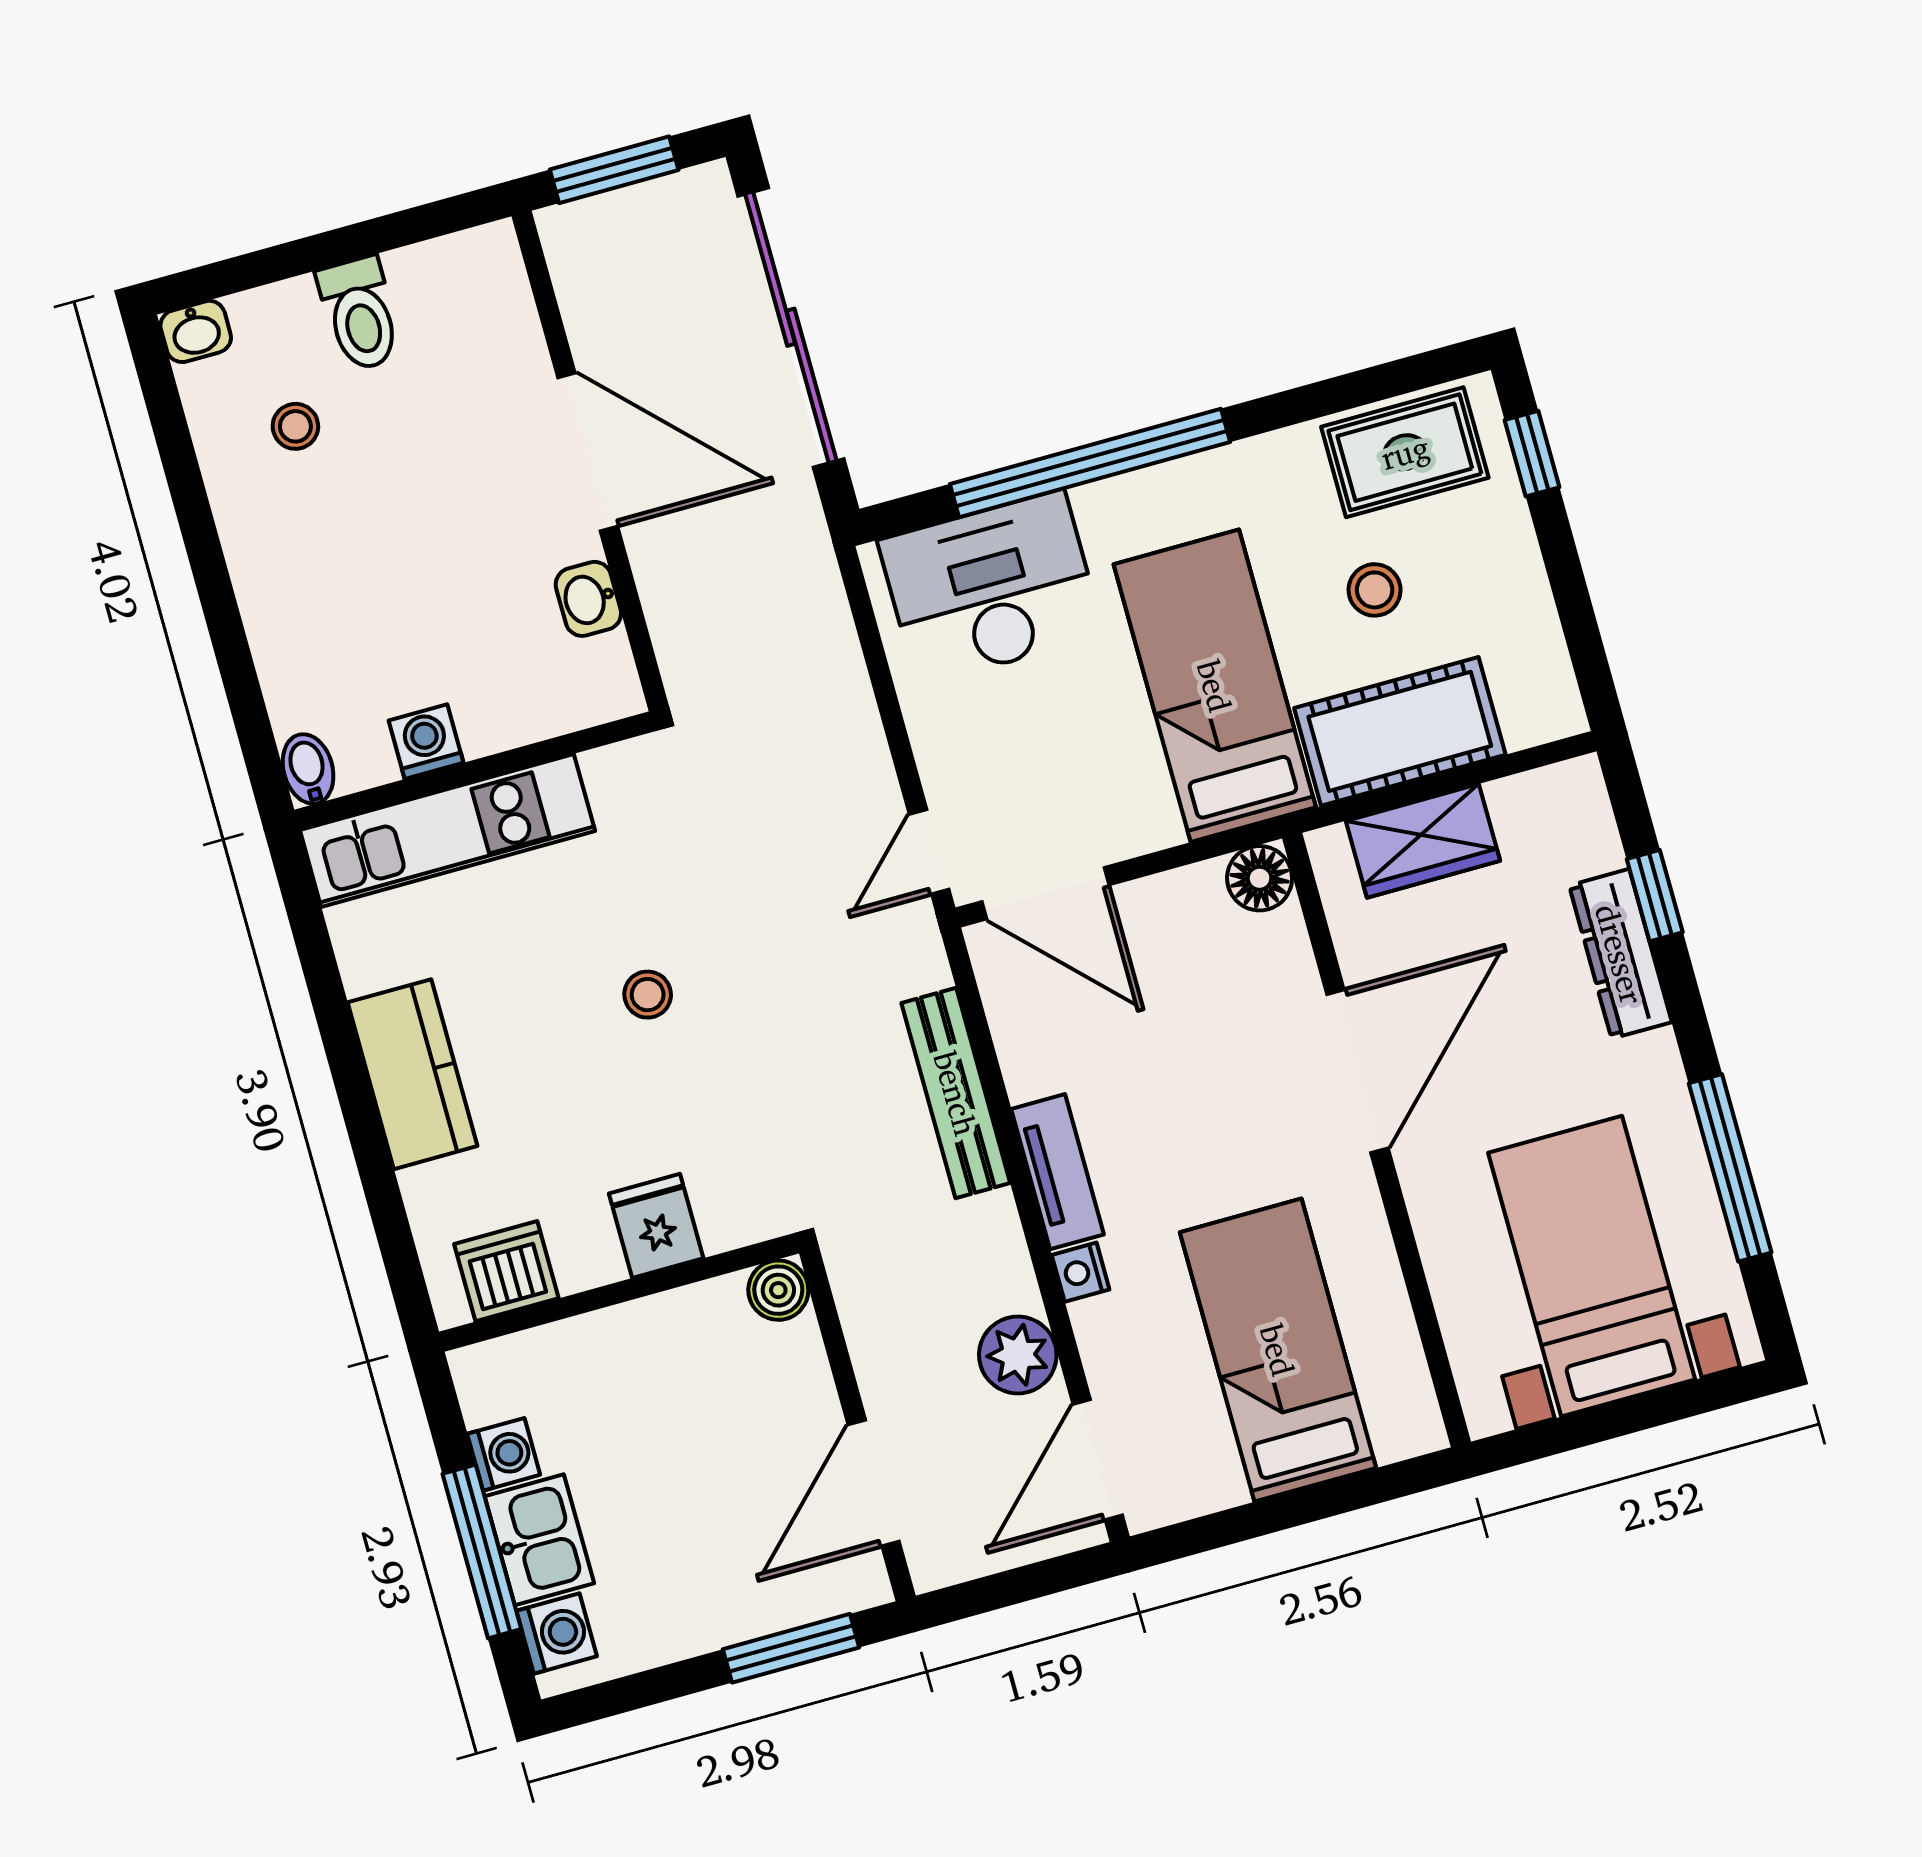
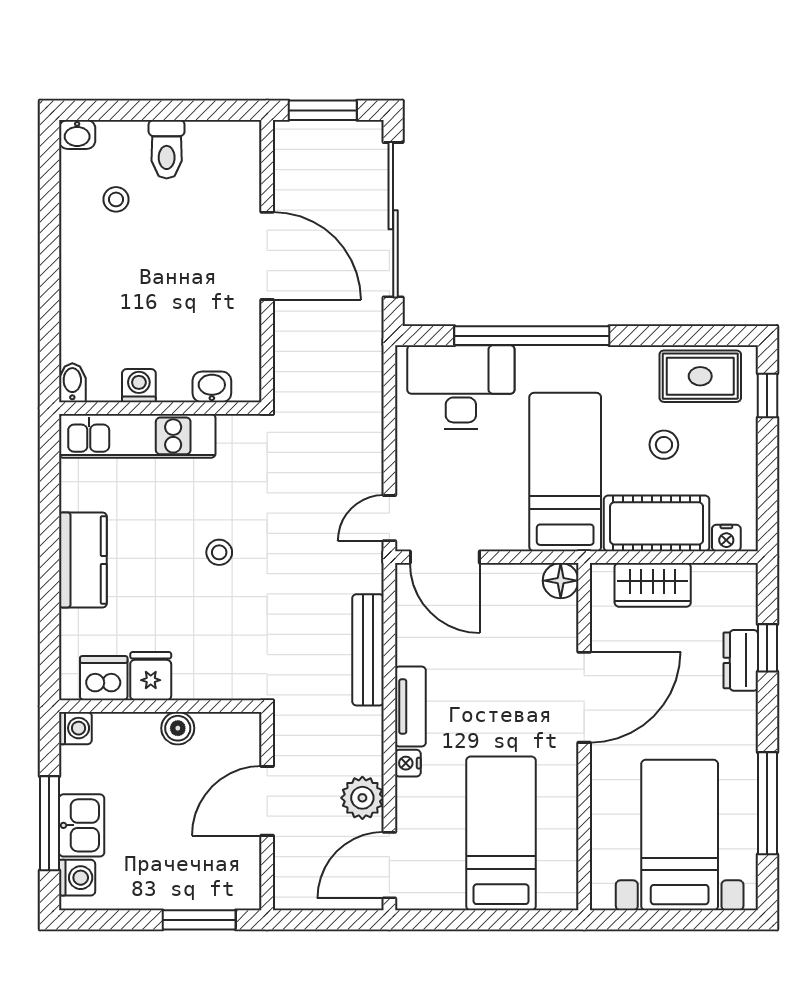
washbasin: (588, 599) -> (212, 387), moved, turned 90
nightstand: (1529, 723) -> (726, 538), added
dresser: (1620, 954) -> (741, 660), width x0.70
fridge: (656, 1226) -> (151, 676), moved
boiler: (778, 1290) -> (178, 728), moved
washing machine: (504, 1454) -> (75, 728), moved
door: (874, 1483) -> (267, 801), moved

